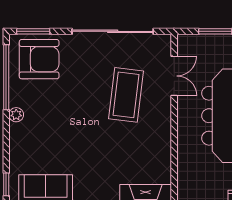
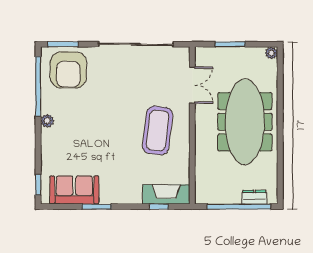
armchair: (39, 59) -> (68, 70), turned 90
coffee table: (126, 95) -> (158, 130), moved

